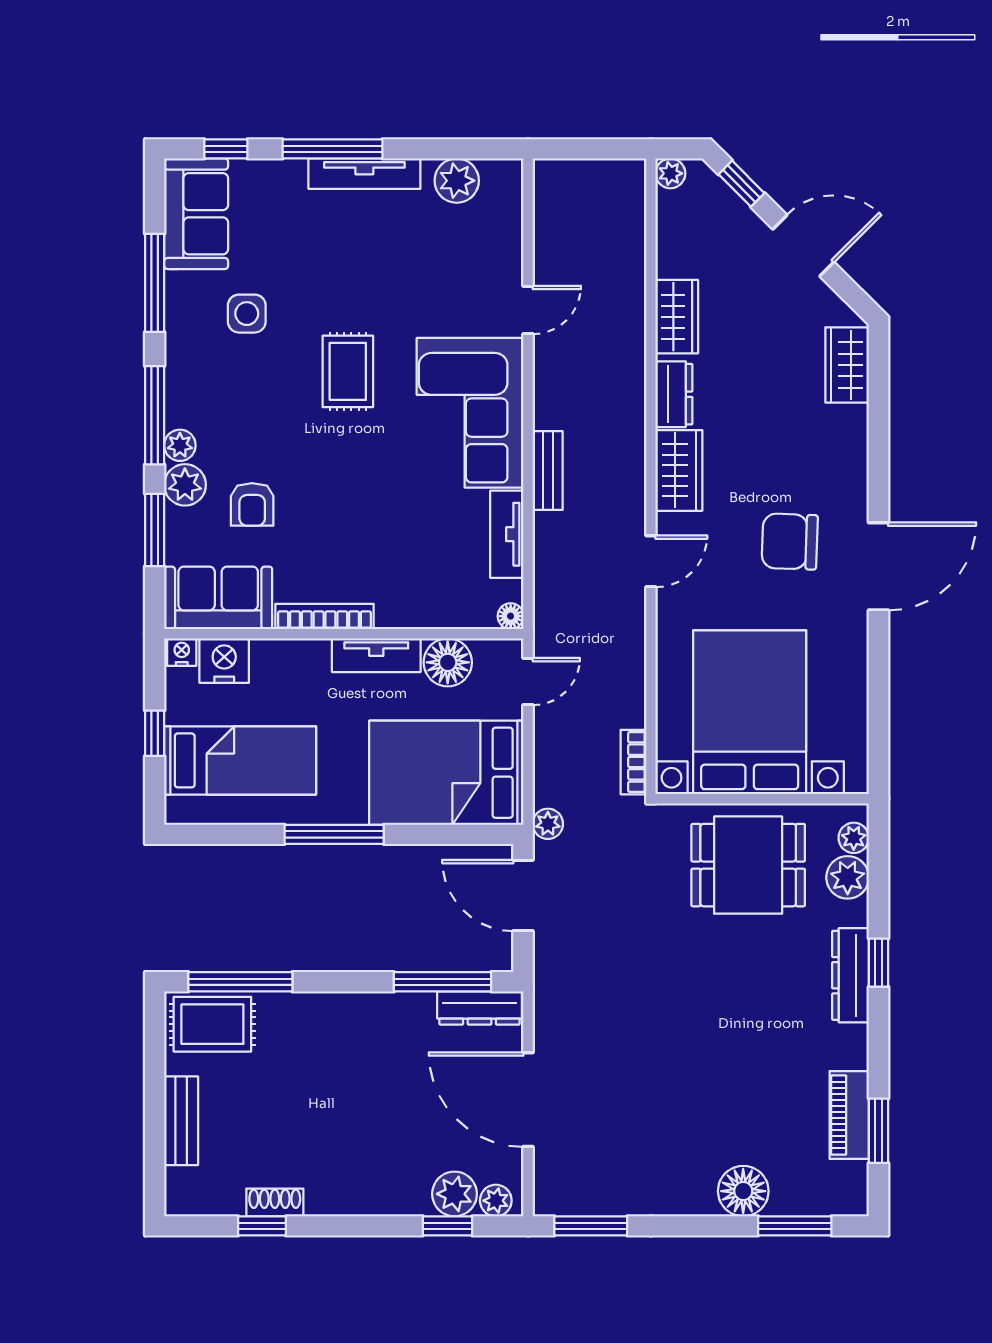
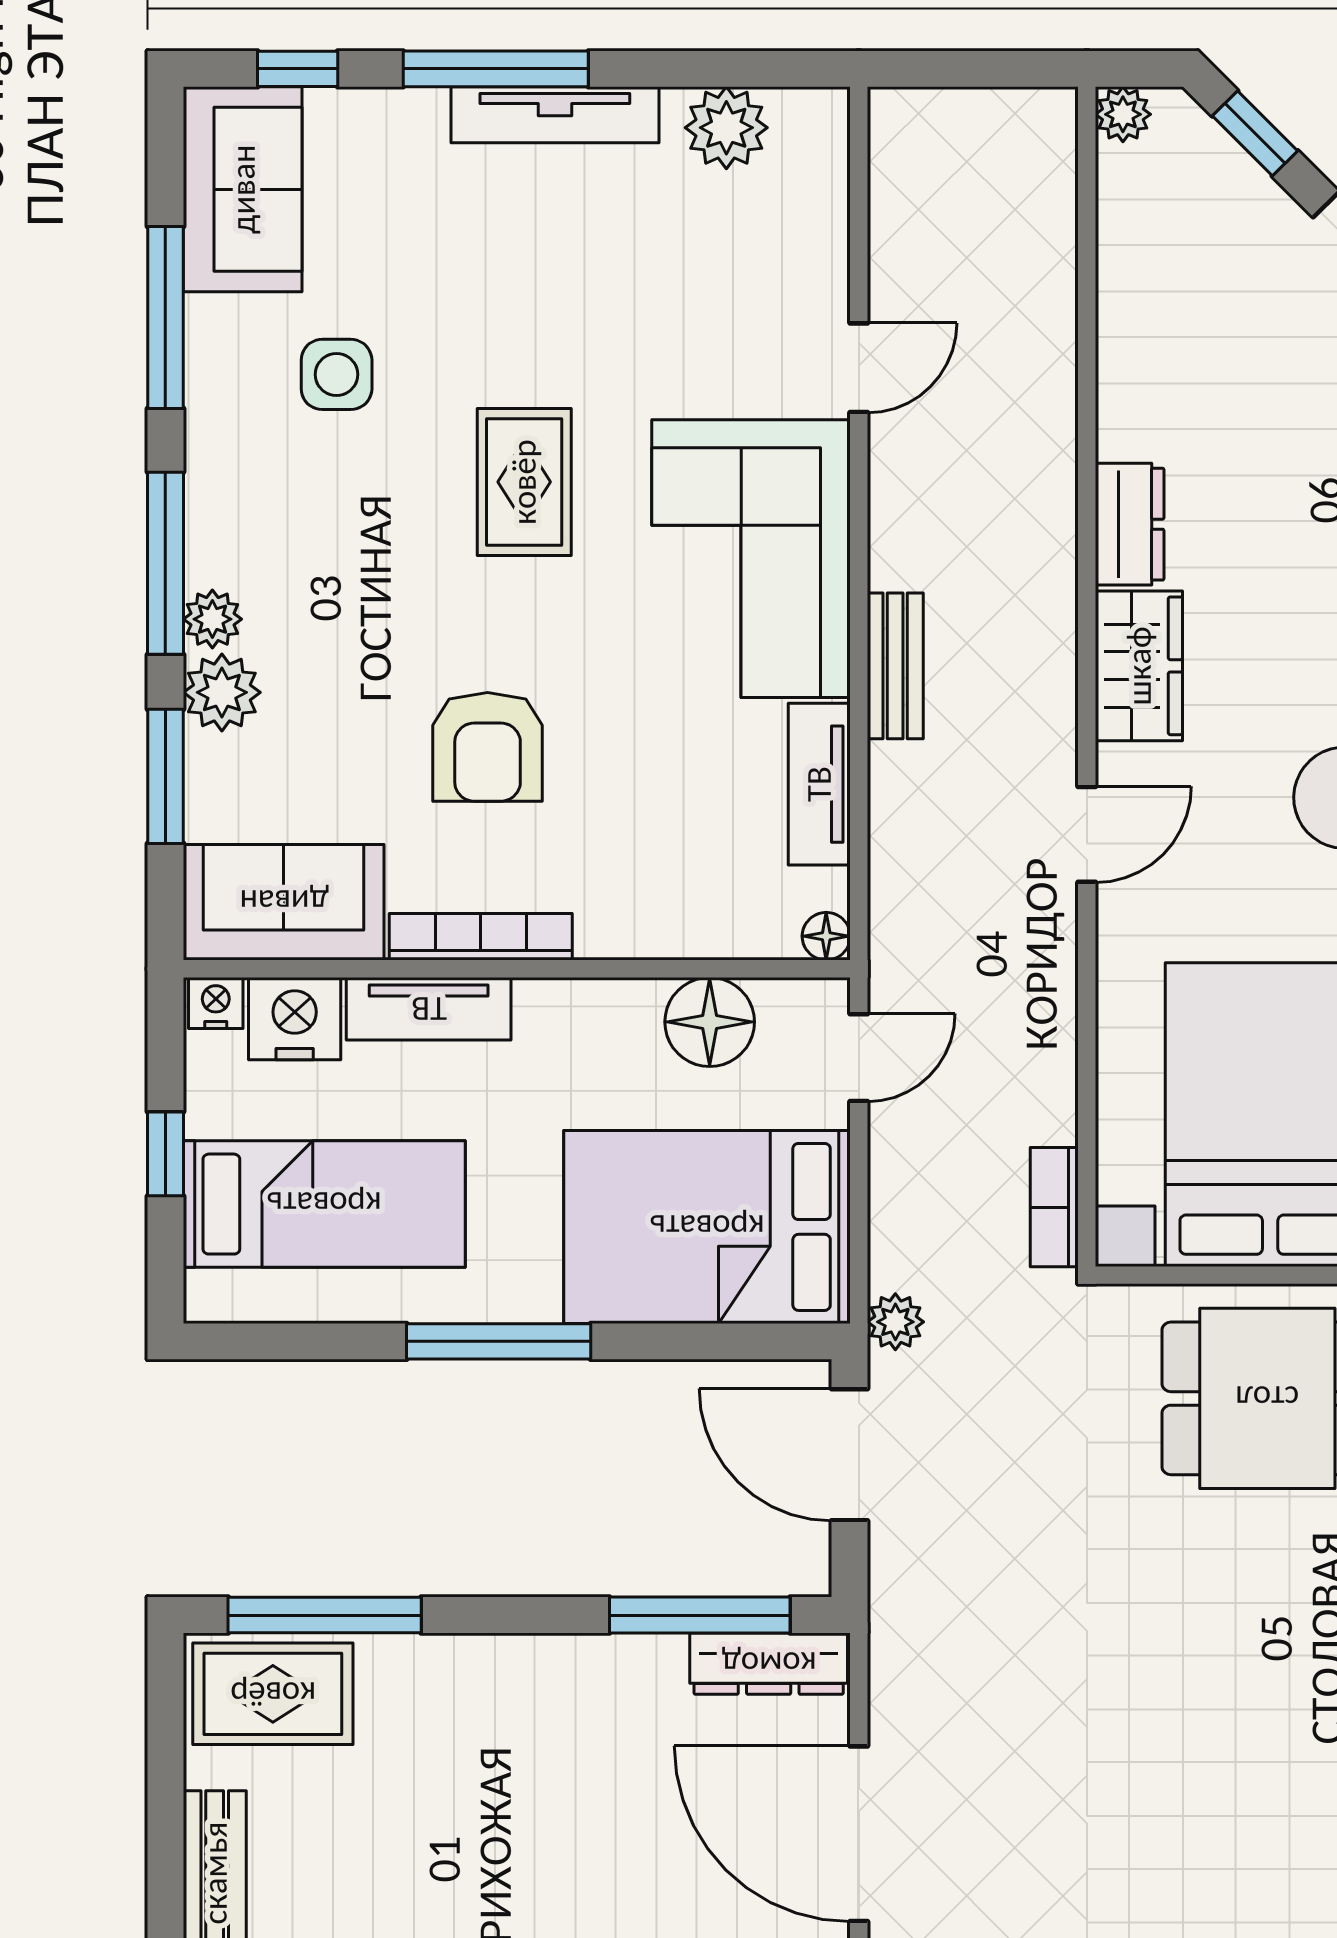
wardrobe: (677, 317) -> (1135, 380), removed
armchair: (252, 504) -> (488, 747), moved, width x1.38, depth x1.38
tv unit: (376, 655) -> (429, 1009), moved

